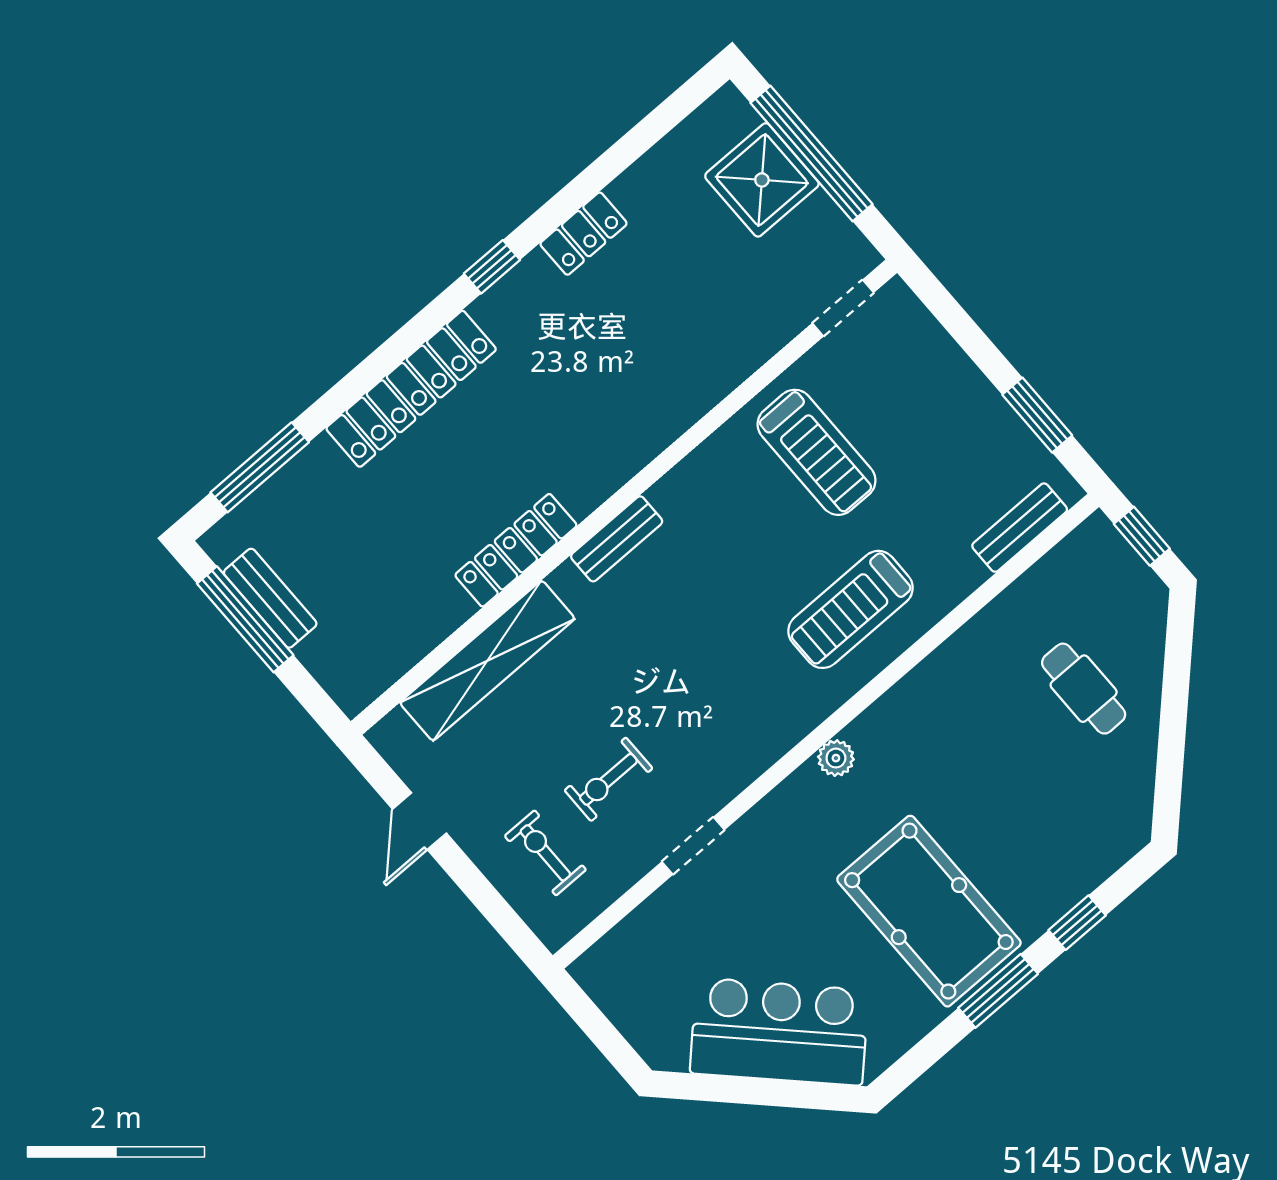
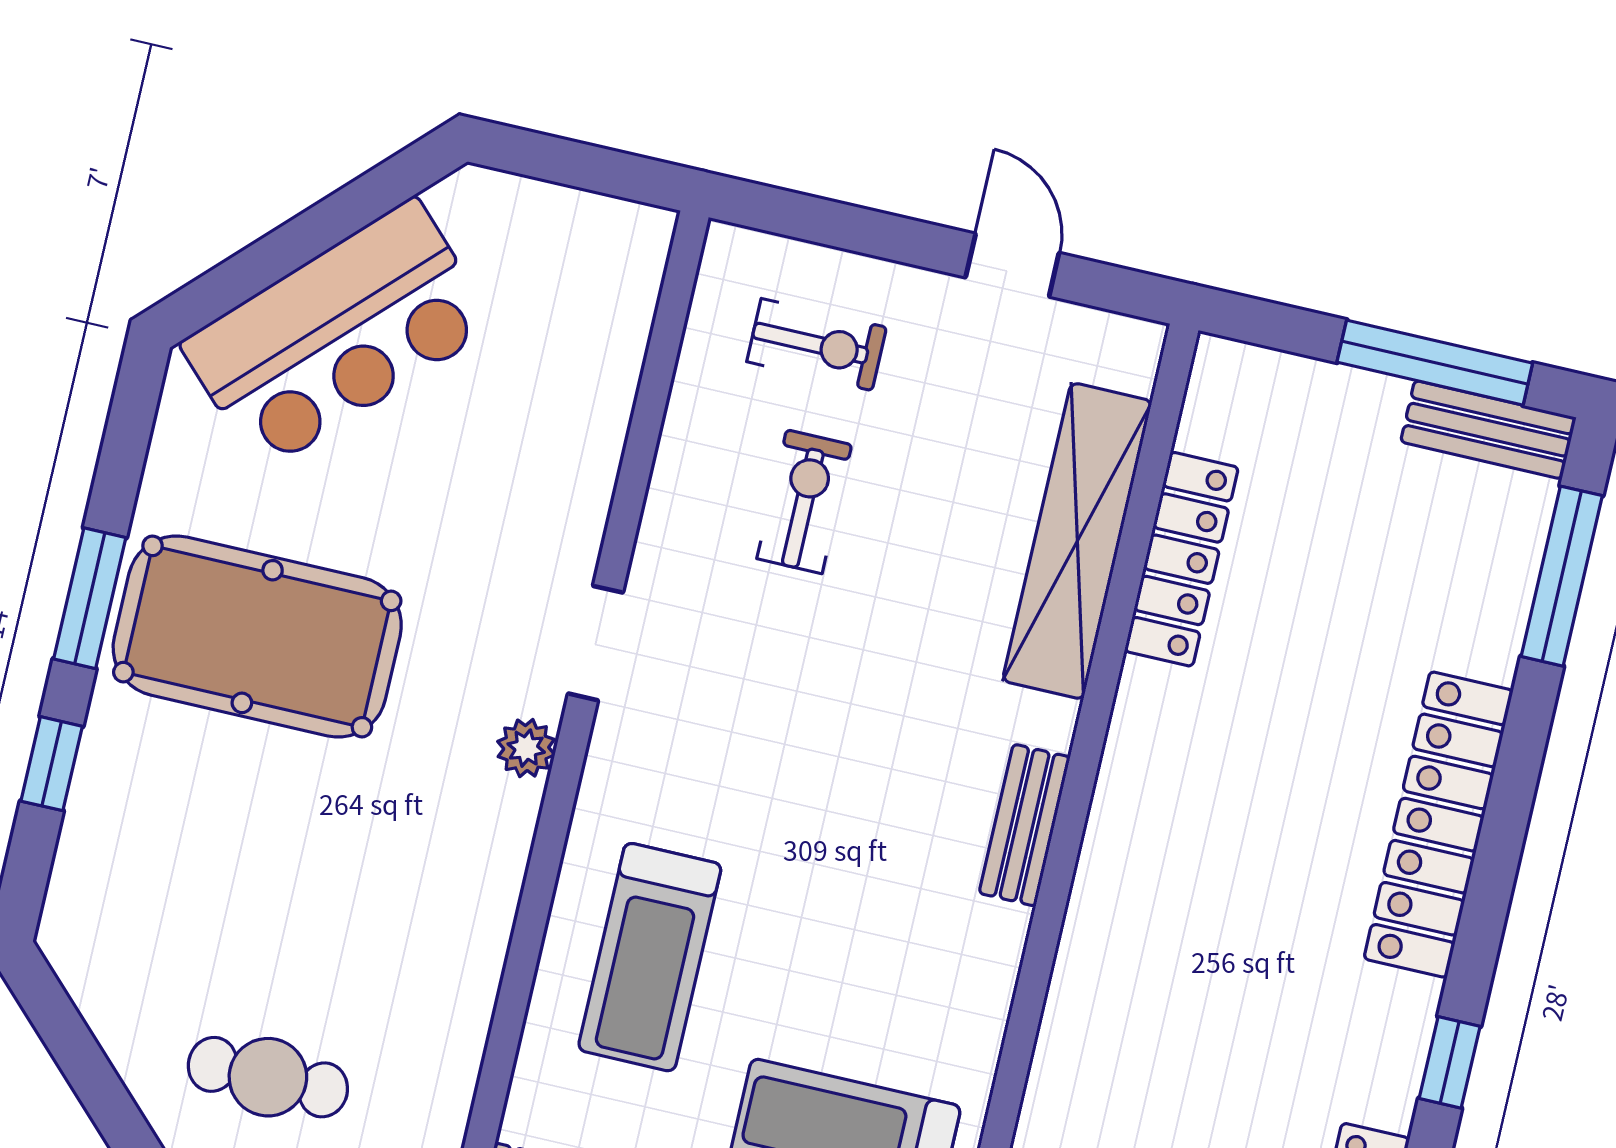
locker: (516, 550) -> (1181, 559), moved
bench: (270, 598) -> (1488, 430), moved
treadmill: (851, 609) -> (650, 957), turned 180
doorway: (693, 846) -> (595, 643), moved

